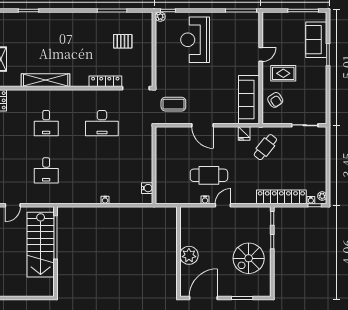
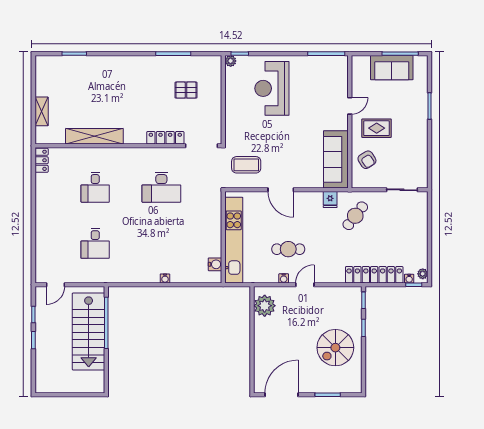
sofa: (316, 40) -> (392, 68), moved, turned -90
kitchen unit: (163, 168) -> (234, 240), added
cafe table: (209, 175) -> (288, 249), width x0.73, depth x0.74
plant: (189, 255) -> (265, 306), moved

